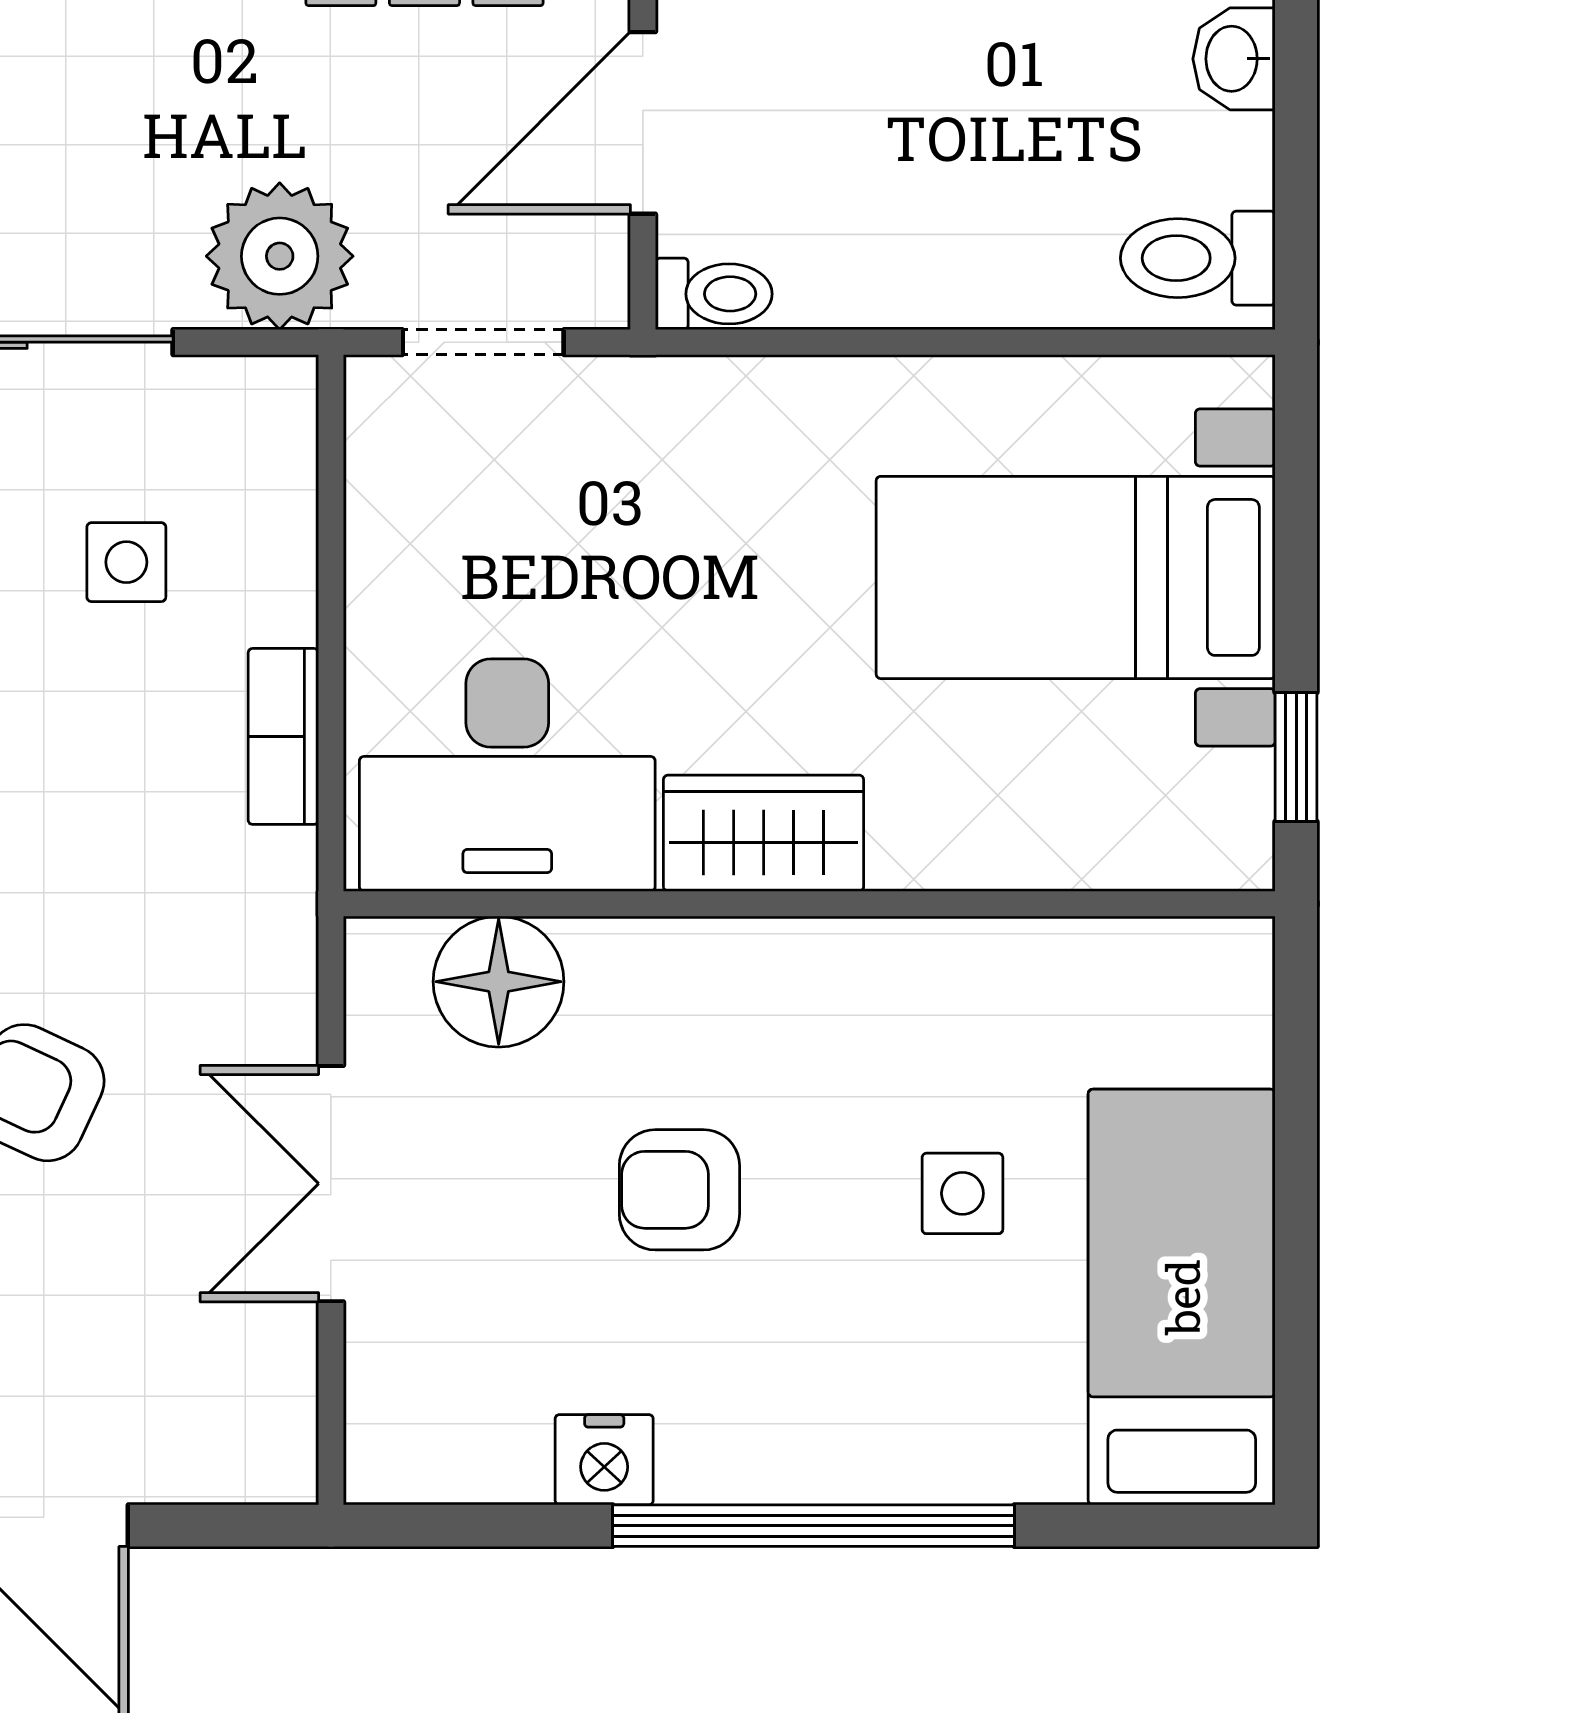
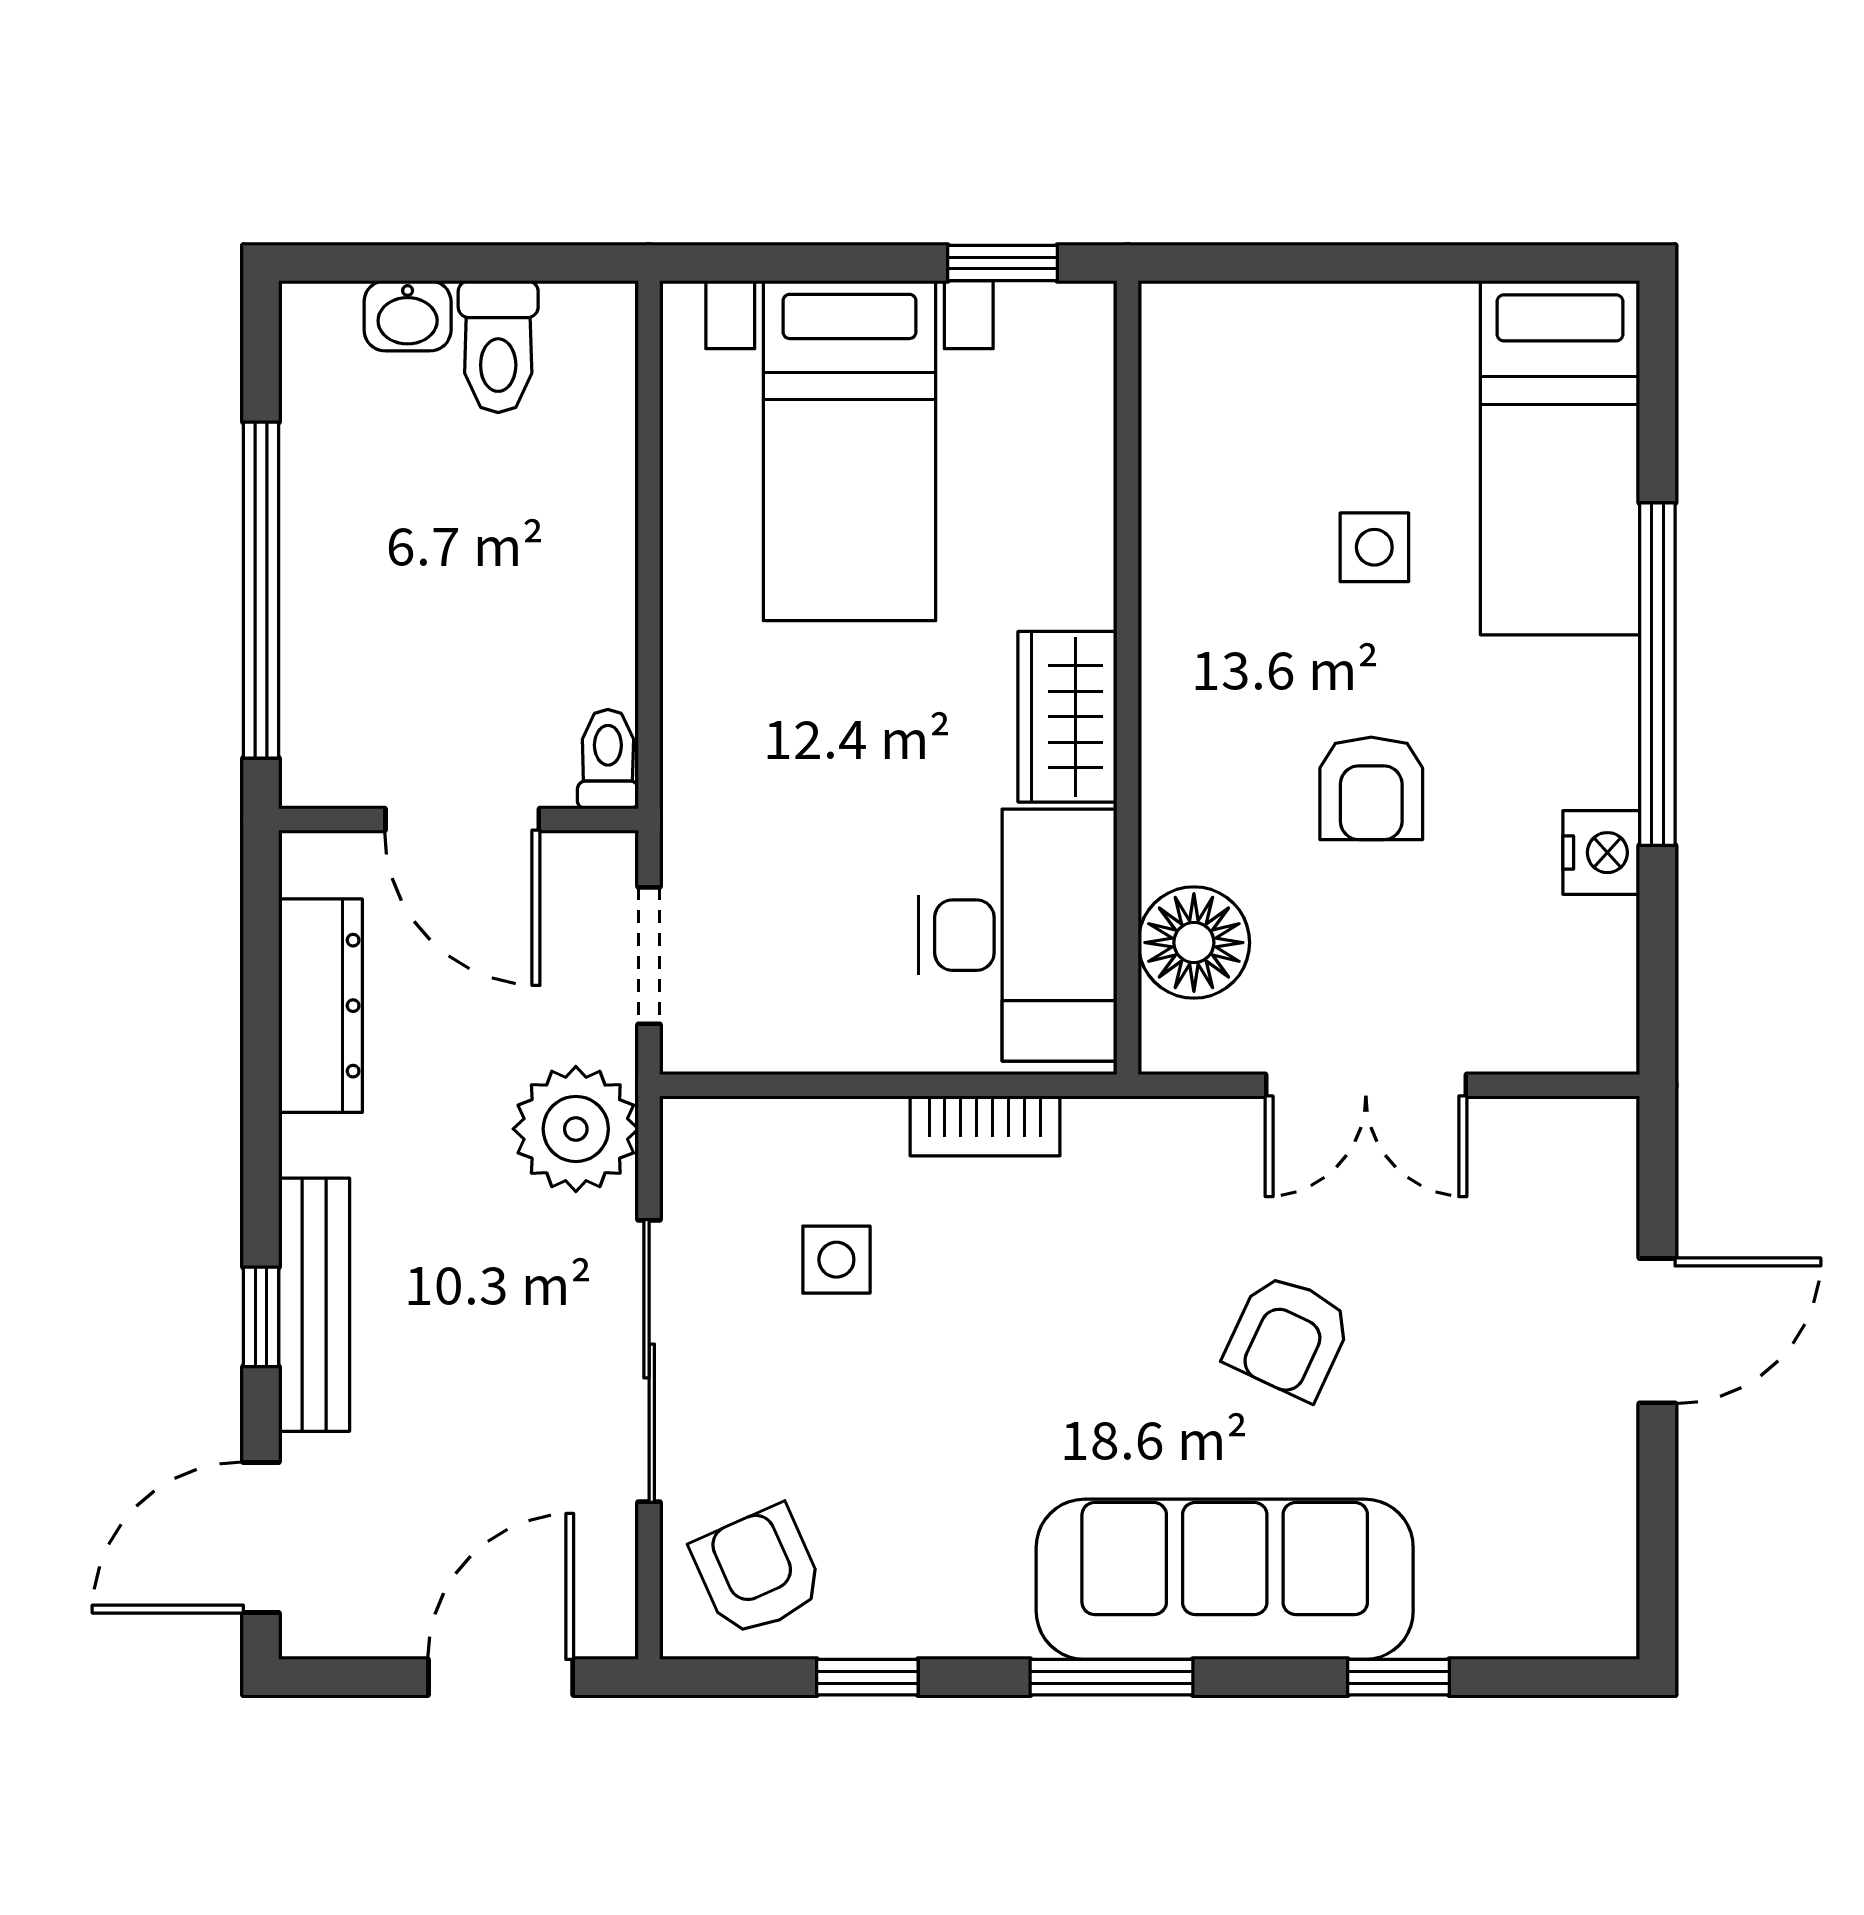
toilet: (1198, 258) -> (498, 347), moved
bed: (1182, 1297) -> (1560, 458), moved, turned -90

